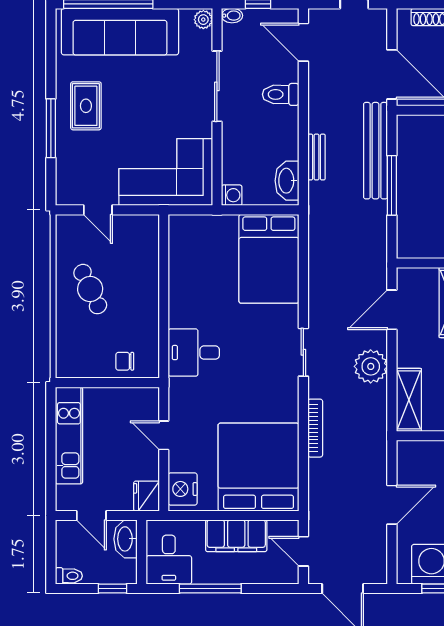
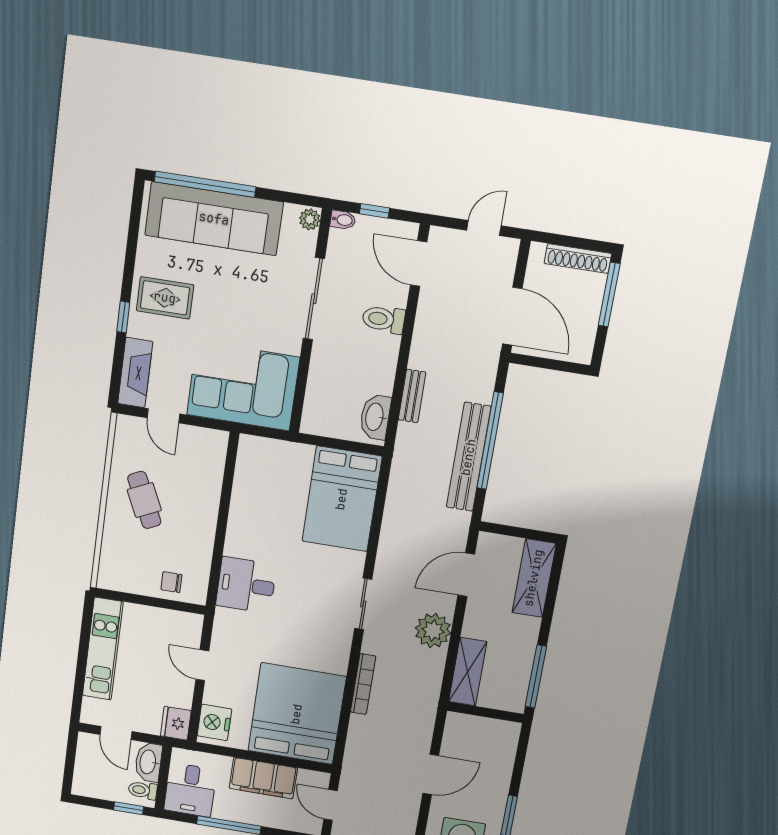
rug: (86, 106) -> (165, 298), turned 90
window: (51, 128) -> (123, 317), width x0.46
bench: (375, 151) -> (469, 457), moved
fireplace: (68, 175) -> (135, 373), added
window: (392, 185) -> (490, 441), width x1.46
washing machine: (232, 195) -> (312, 423), removed
toilet: (69, 576) -> (143, 790), moved, turned 180

